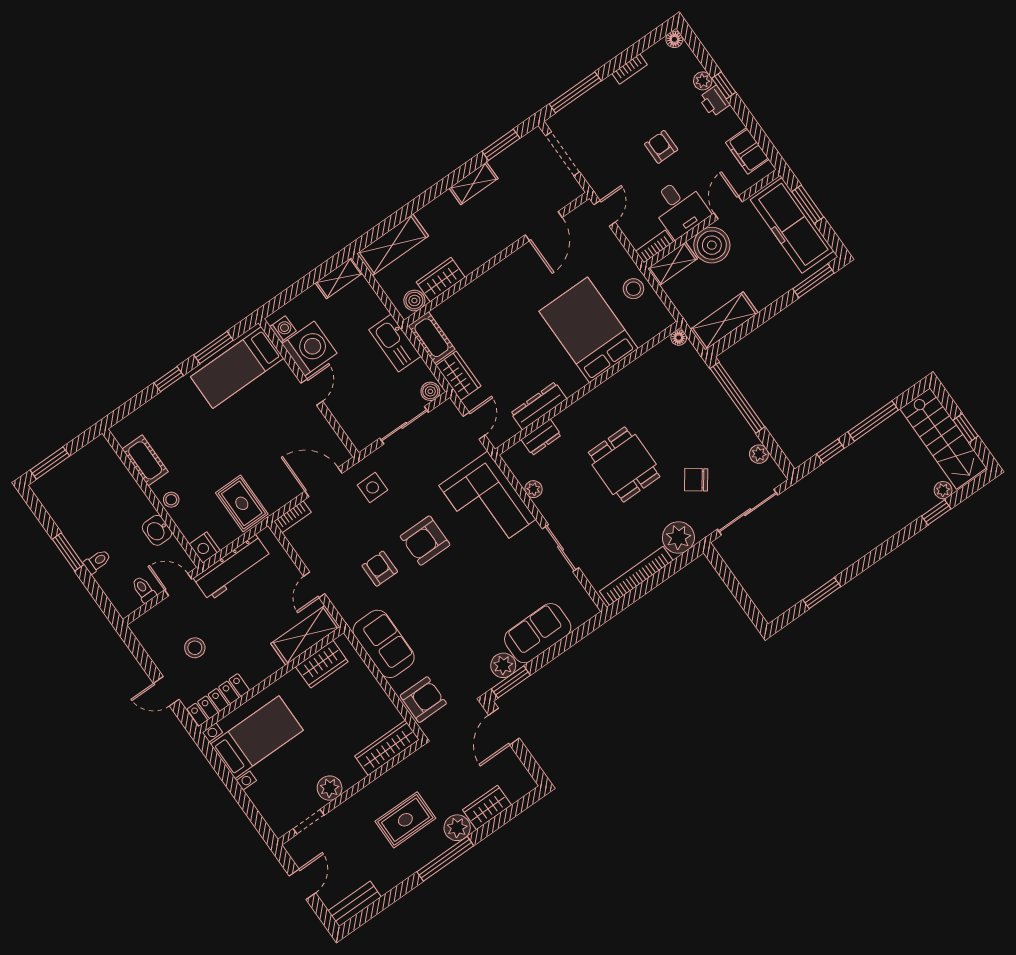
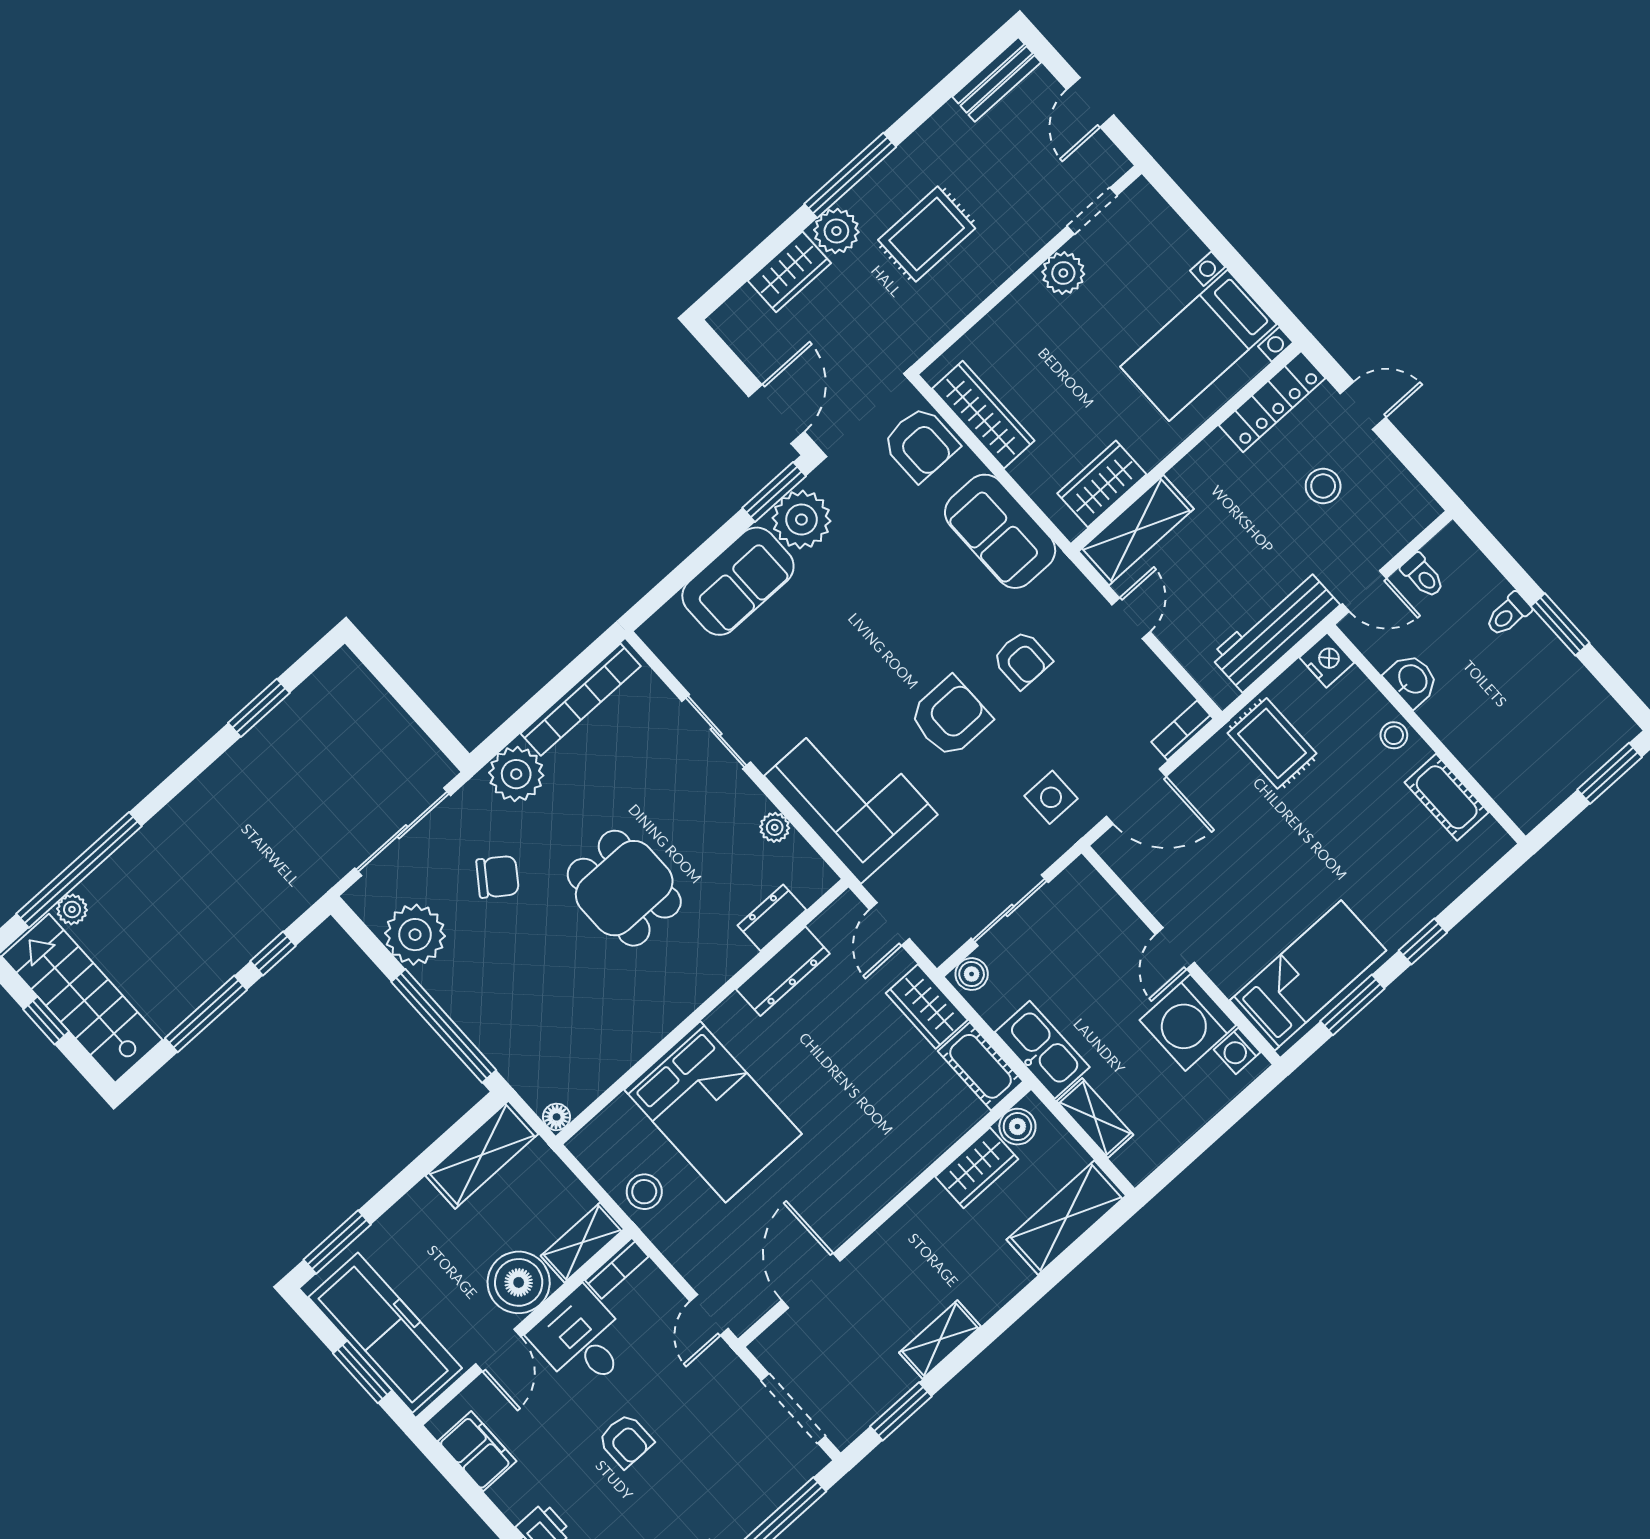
shelving: (339, 278) -> (1095, 1118), moved, turned 90
plant: (759, 454) -> (415, 935), width x1.87, depth x1.87
window: (936, 512) -> (79, 870), width x3.17
plant: (503, 665) -> (801, 520), width x1.36, depth x1.36
armchair: (423, 700) -> (921, 444), turned -90
wardrobe: (387, 748) -> (983, 415), moved, turned -90

